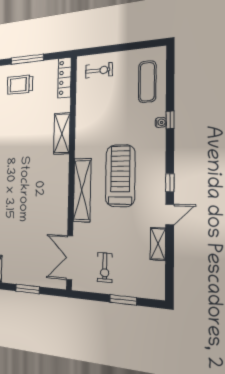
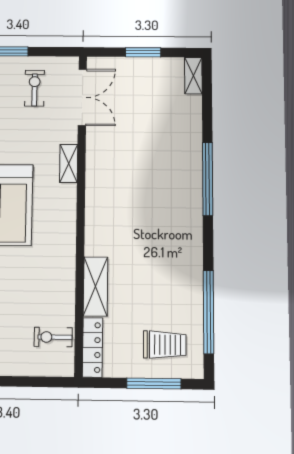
exercise bike: (99, 70) -> (53, 337), moved
shelving: (62, 133) -> (95, 286), moved
shelving: (82, 190) -> (69, 163), width x0.45, depth x0.75

